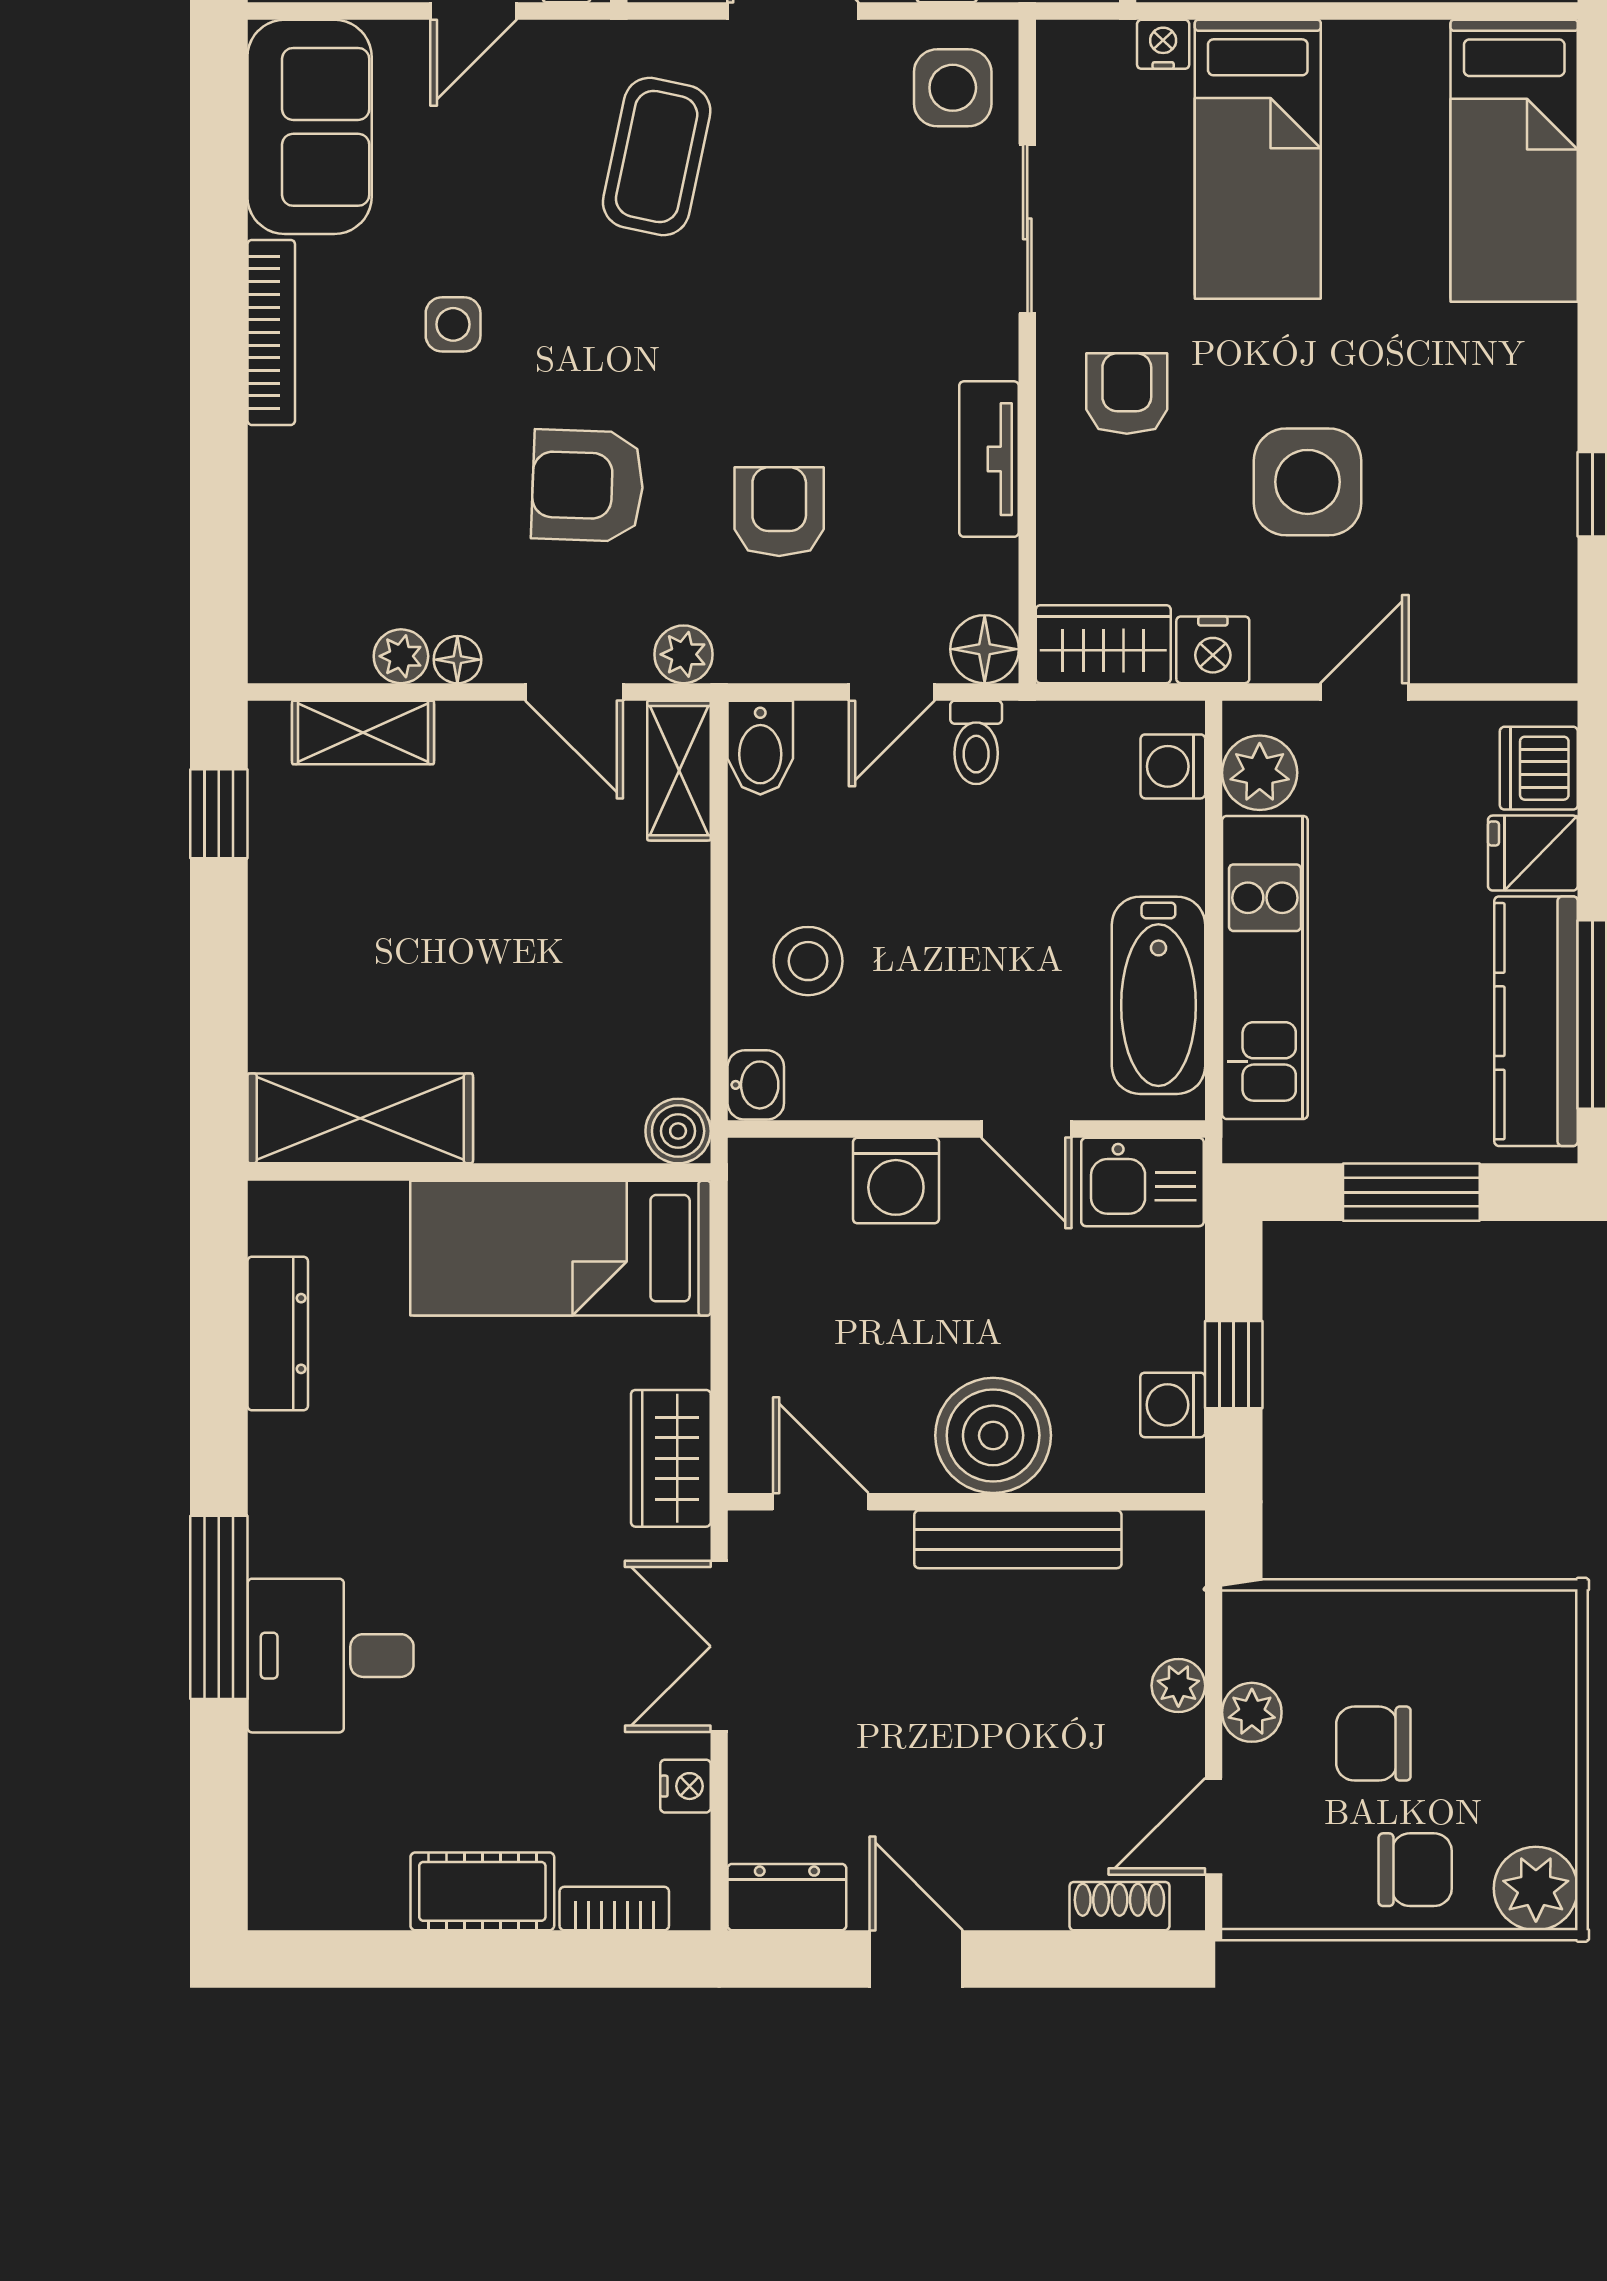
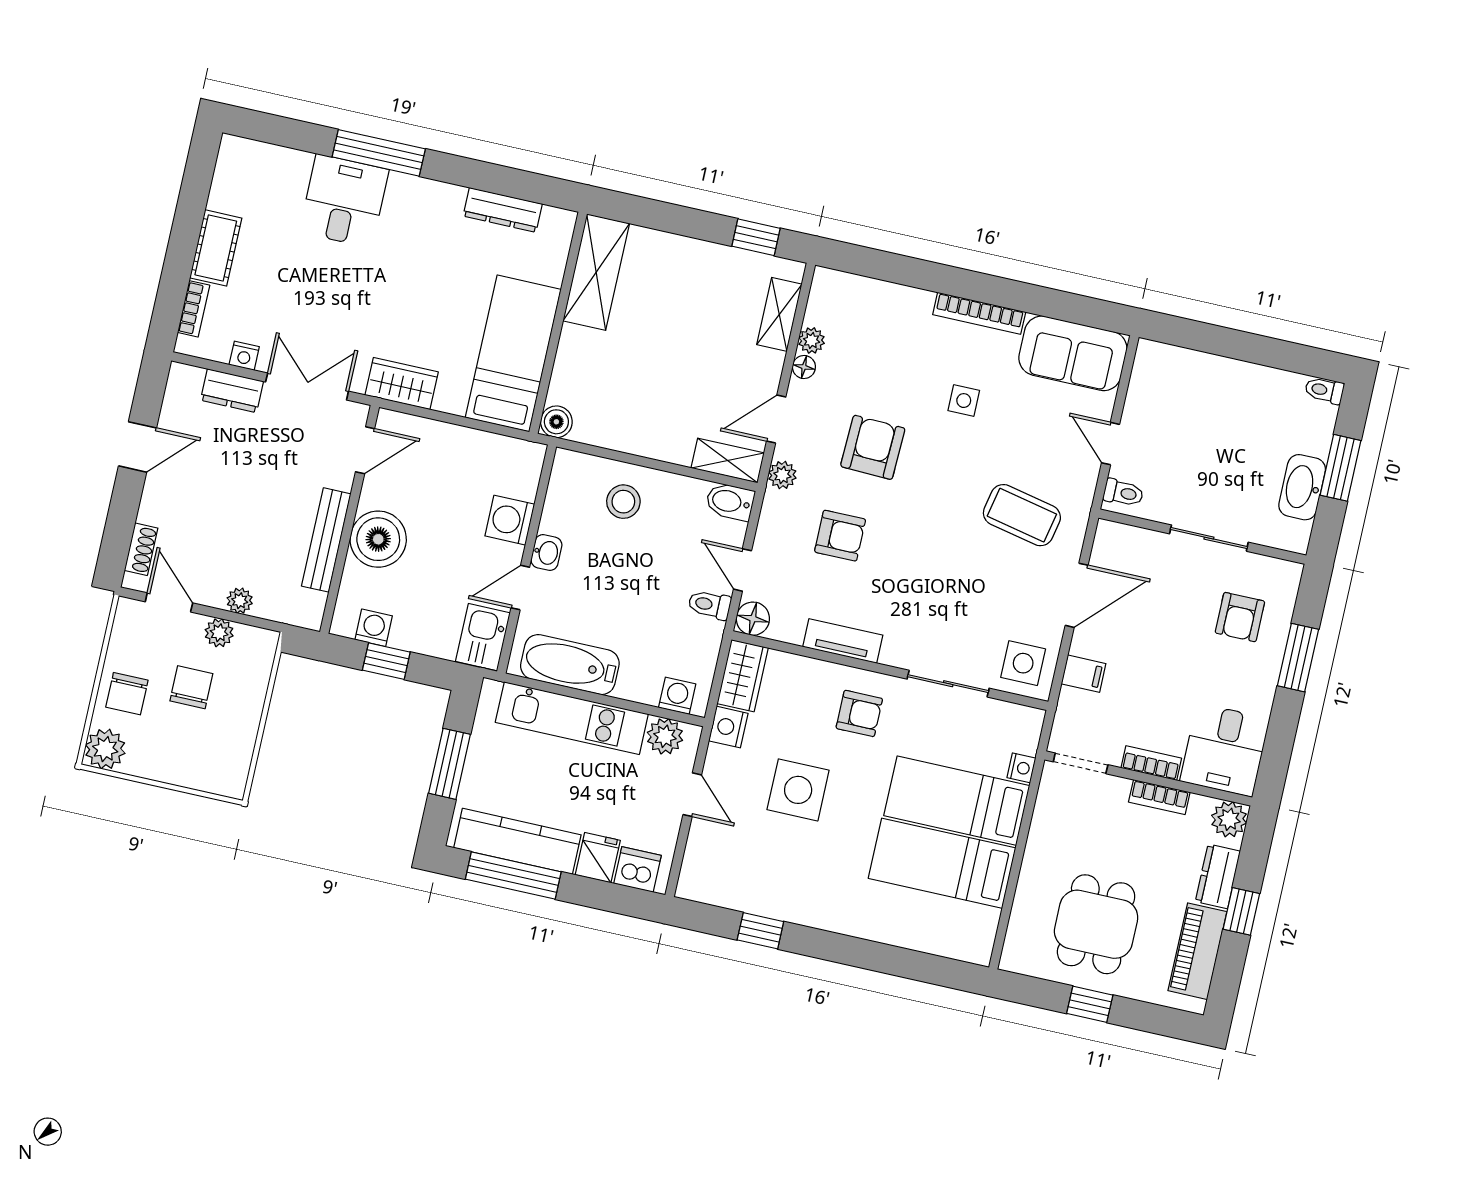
bed: (1514, 161) -> (942, 863), moved
washbasin: (756, 1085) -> (546, 552), moved, turned -90
dresser: (787, 1897) -> (232, 391), moved, turned 90

